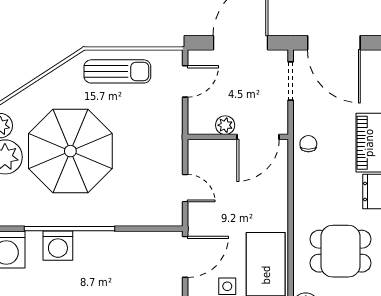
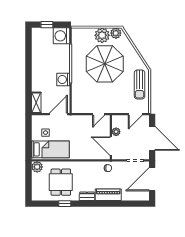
door: (185, 81) -> (135, 114), hinge flipped
door: (185, 188) -> (99, 114), moved
washing machine: (58, 246) -> (63, 80), moved
door: (185, 257) -> (58, 114), swing flipped

